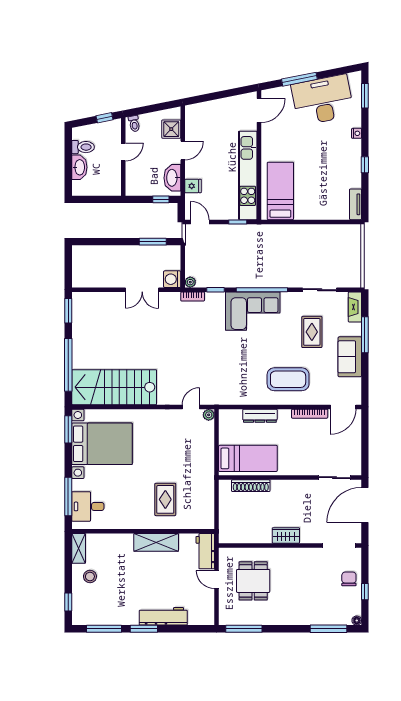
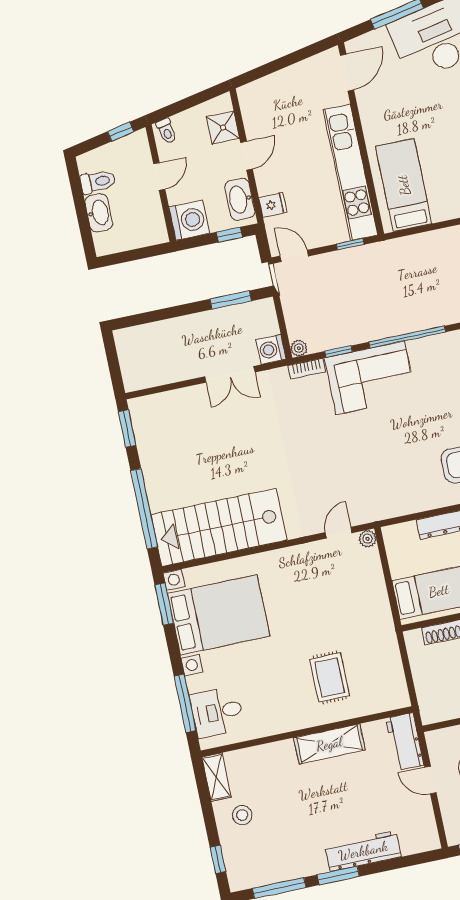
washing machine: (137, 184) -> (189, 220), added
corner sofa: (253, 311) -> (370, 378), moved

